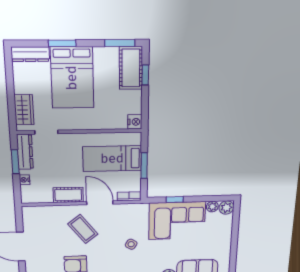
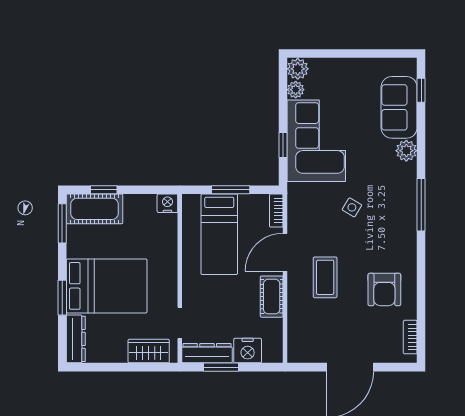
nightstand: (24, 180) -> (248, 351), width x1.89, depth x1.79
coffee table: (83, 229) -> (325, 277), turned -52

